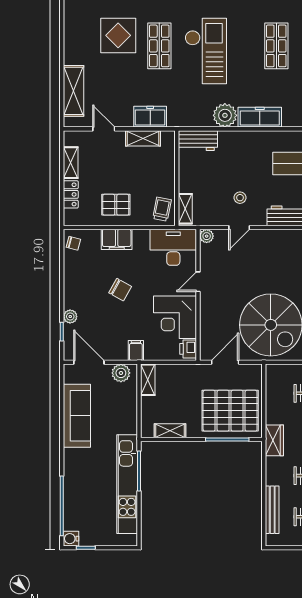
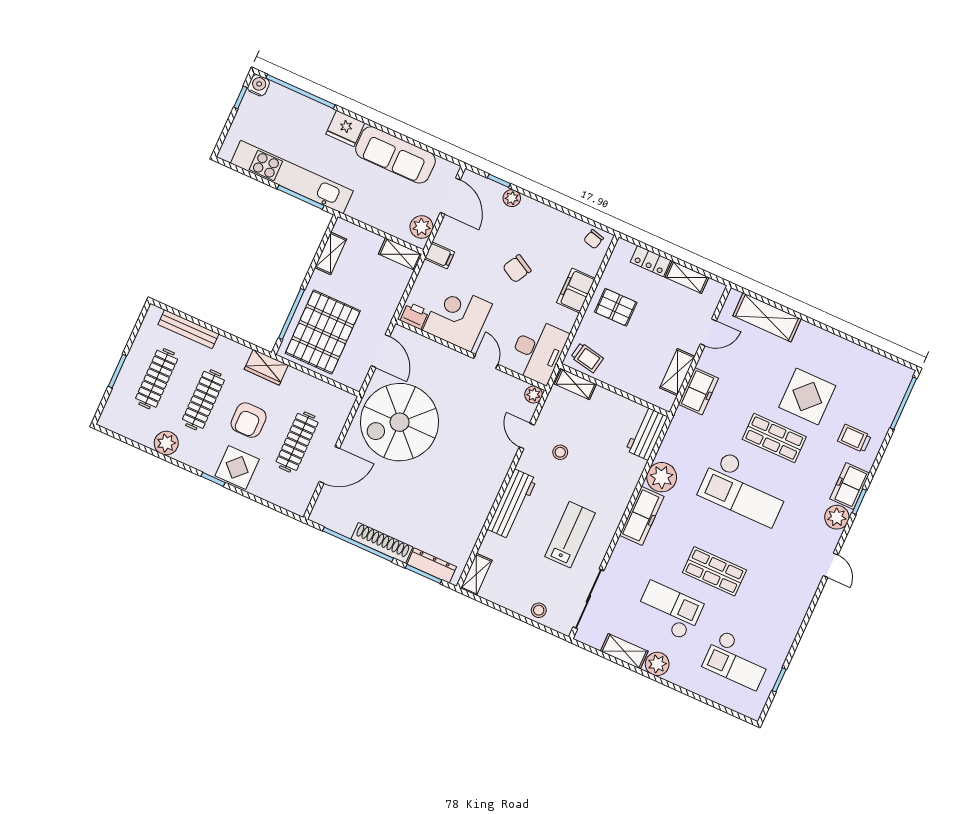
pallet: (116, 205) -> (616, 307), turned 90
door: (89, 362) -> (450, 196), hinge flipped
fridge: (74, 461) -> (345, 128), added

